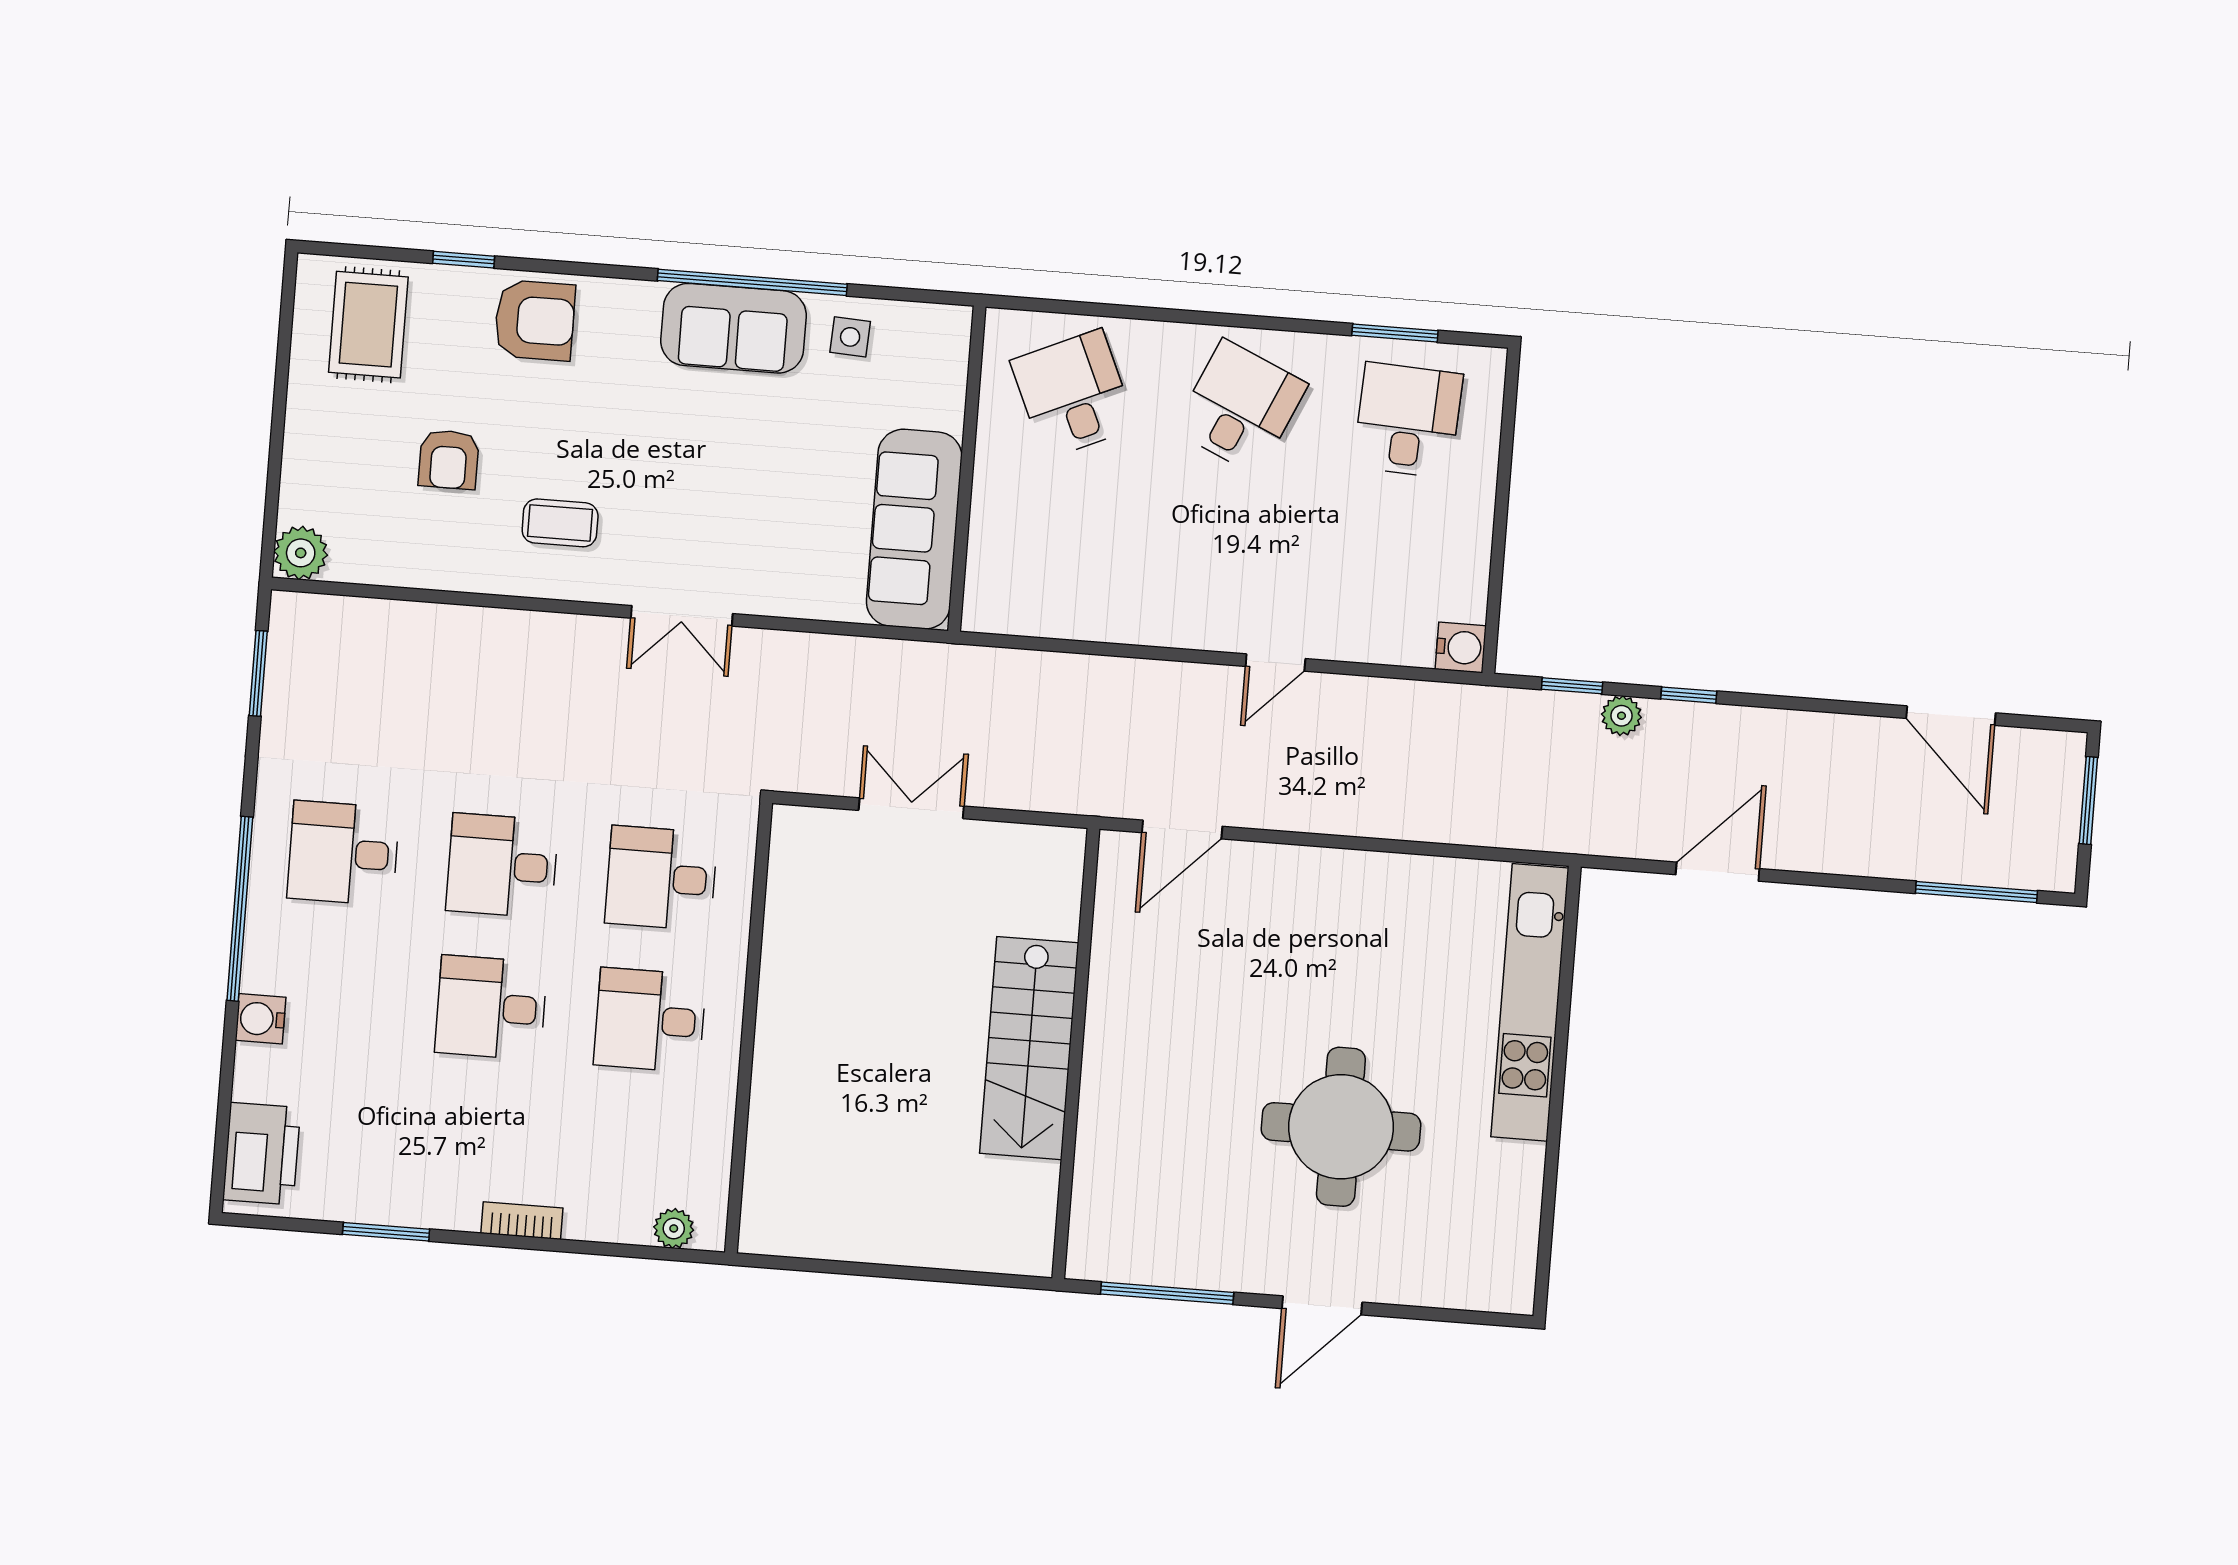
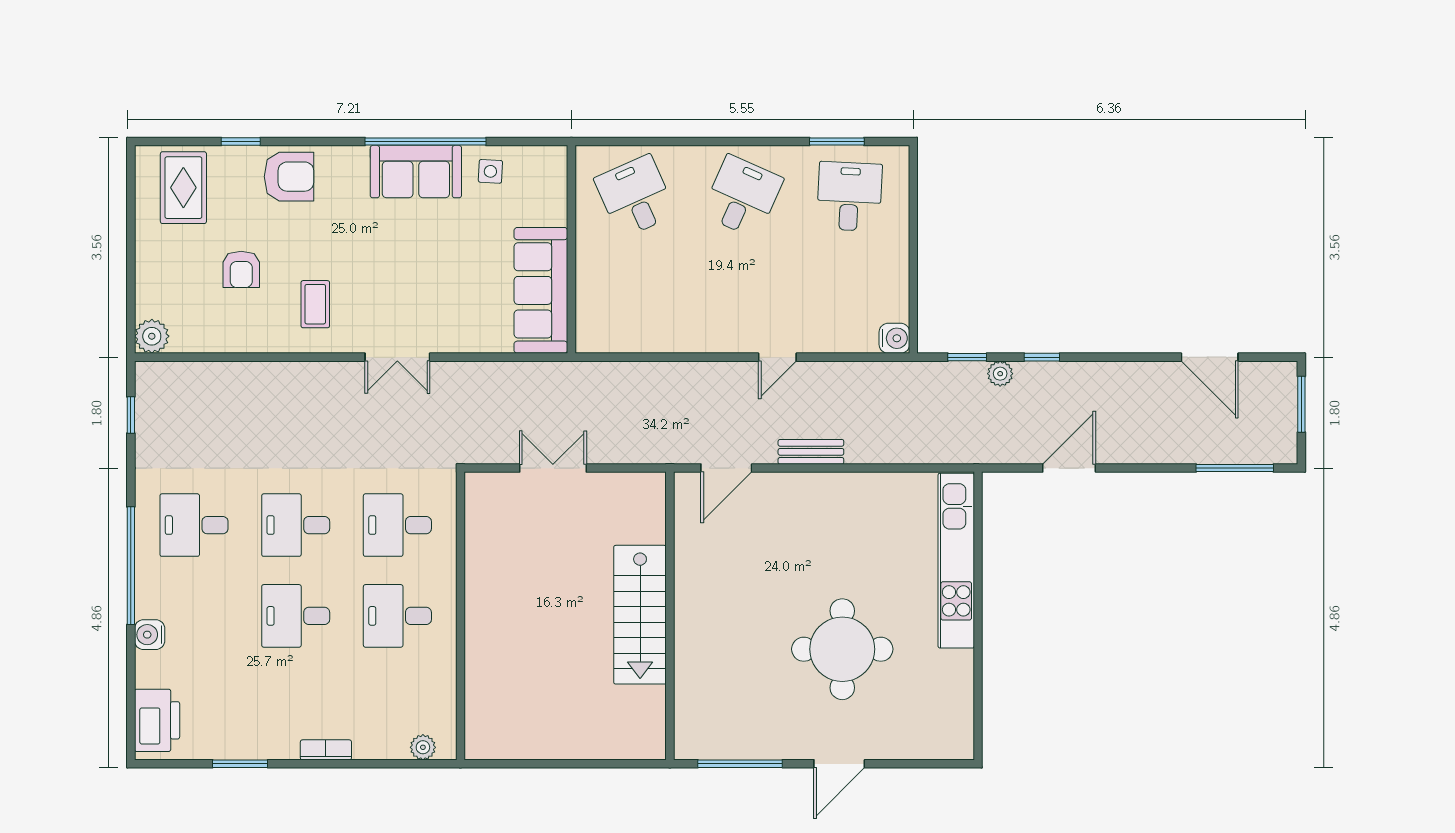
coffee table: (560, 523) -> (315, 304), turned 90
window: (258, 673) -> (131, 415), width x0.67
bench: (1316, 815) -> (811, 452), added

